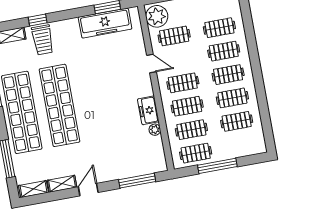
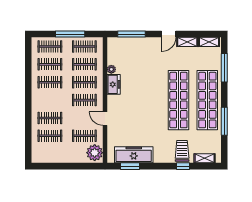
clothes rail: (228, 75) -> (50, 46), moved

